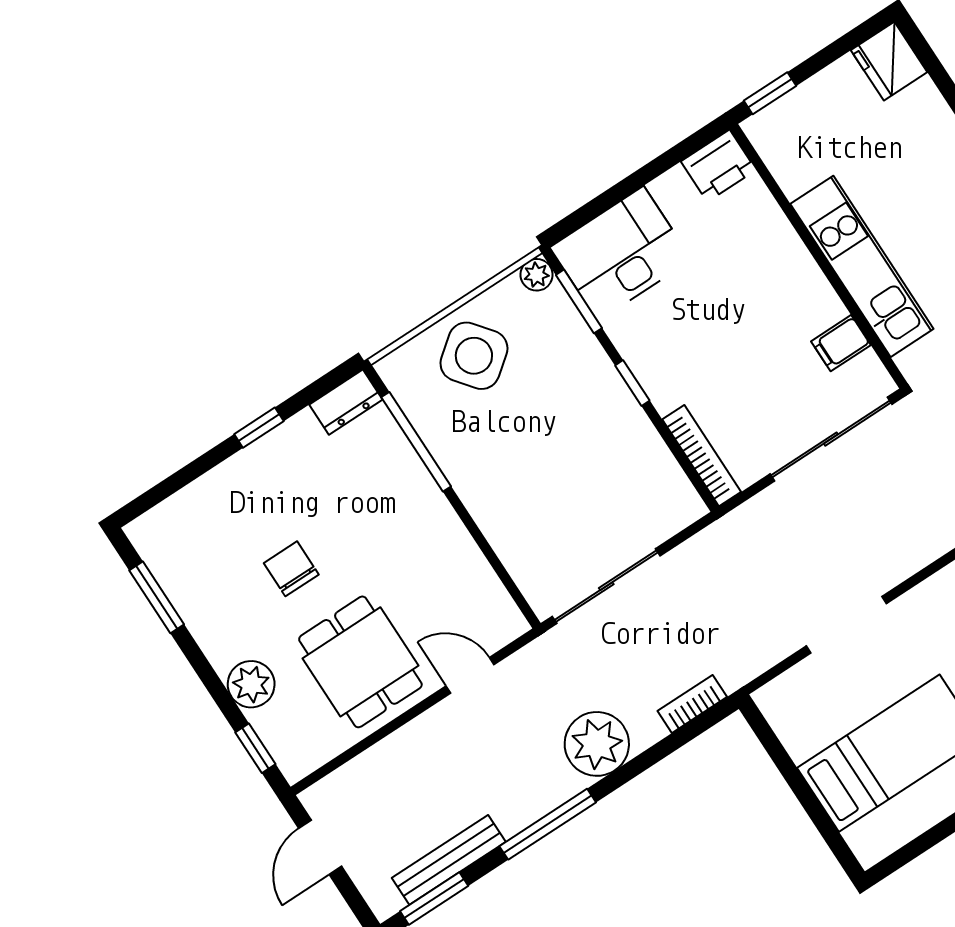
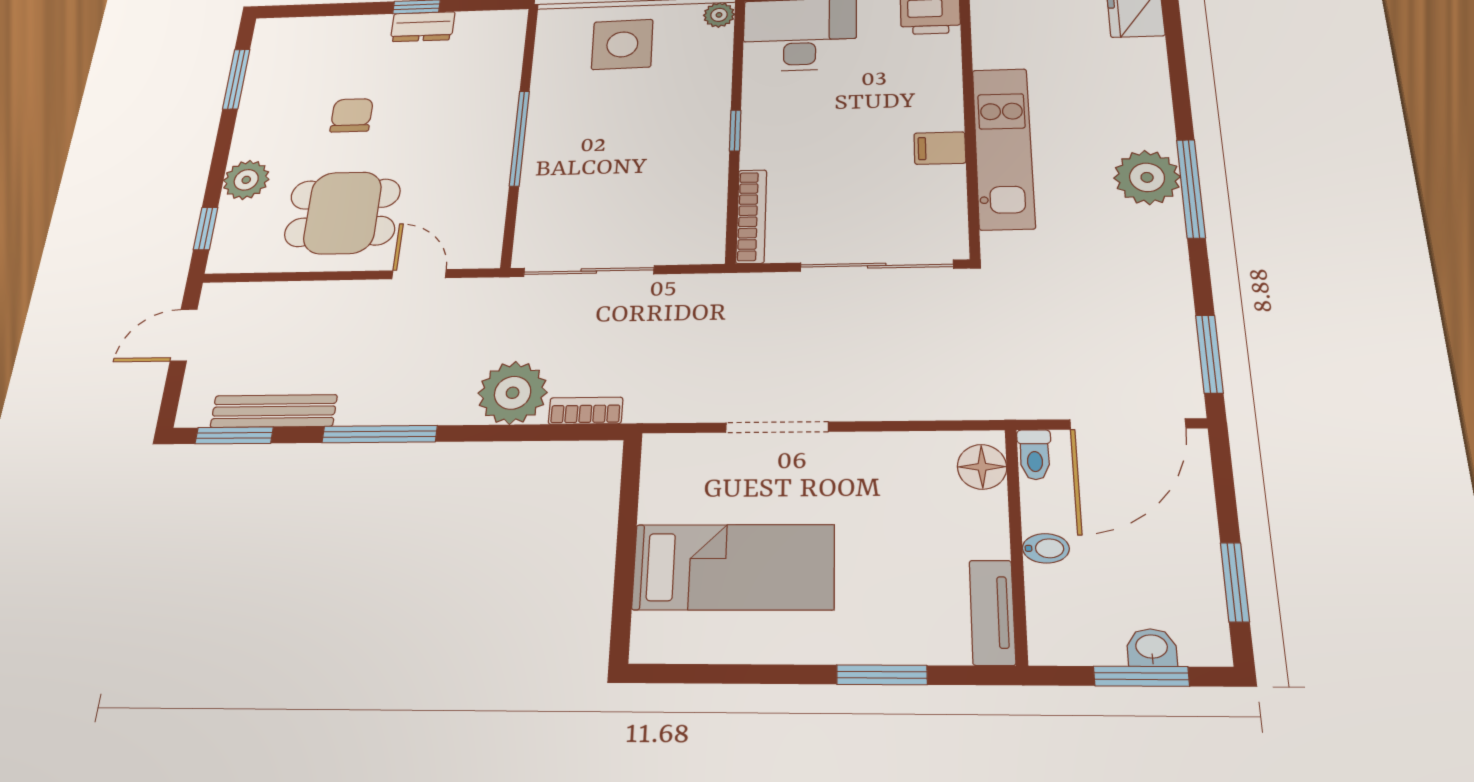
window: (579, 302) -> (738, 50), removed
filing cabinet: (841, 343) -> (940, 148), moved
side table: (474, 356) -> (622, 44), turned 37
dresser: (346, 402) -> (423, 27), moved
window: (416, 442) -> (519, 138), moved
dining table: (360, 662) -> (343, 213), turned 90
plant: (597, 744) -> (513, 393), moved

